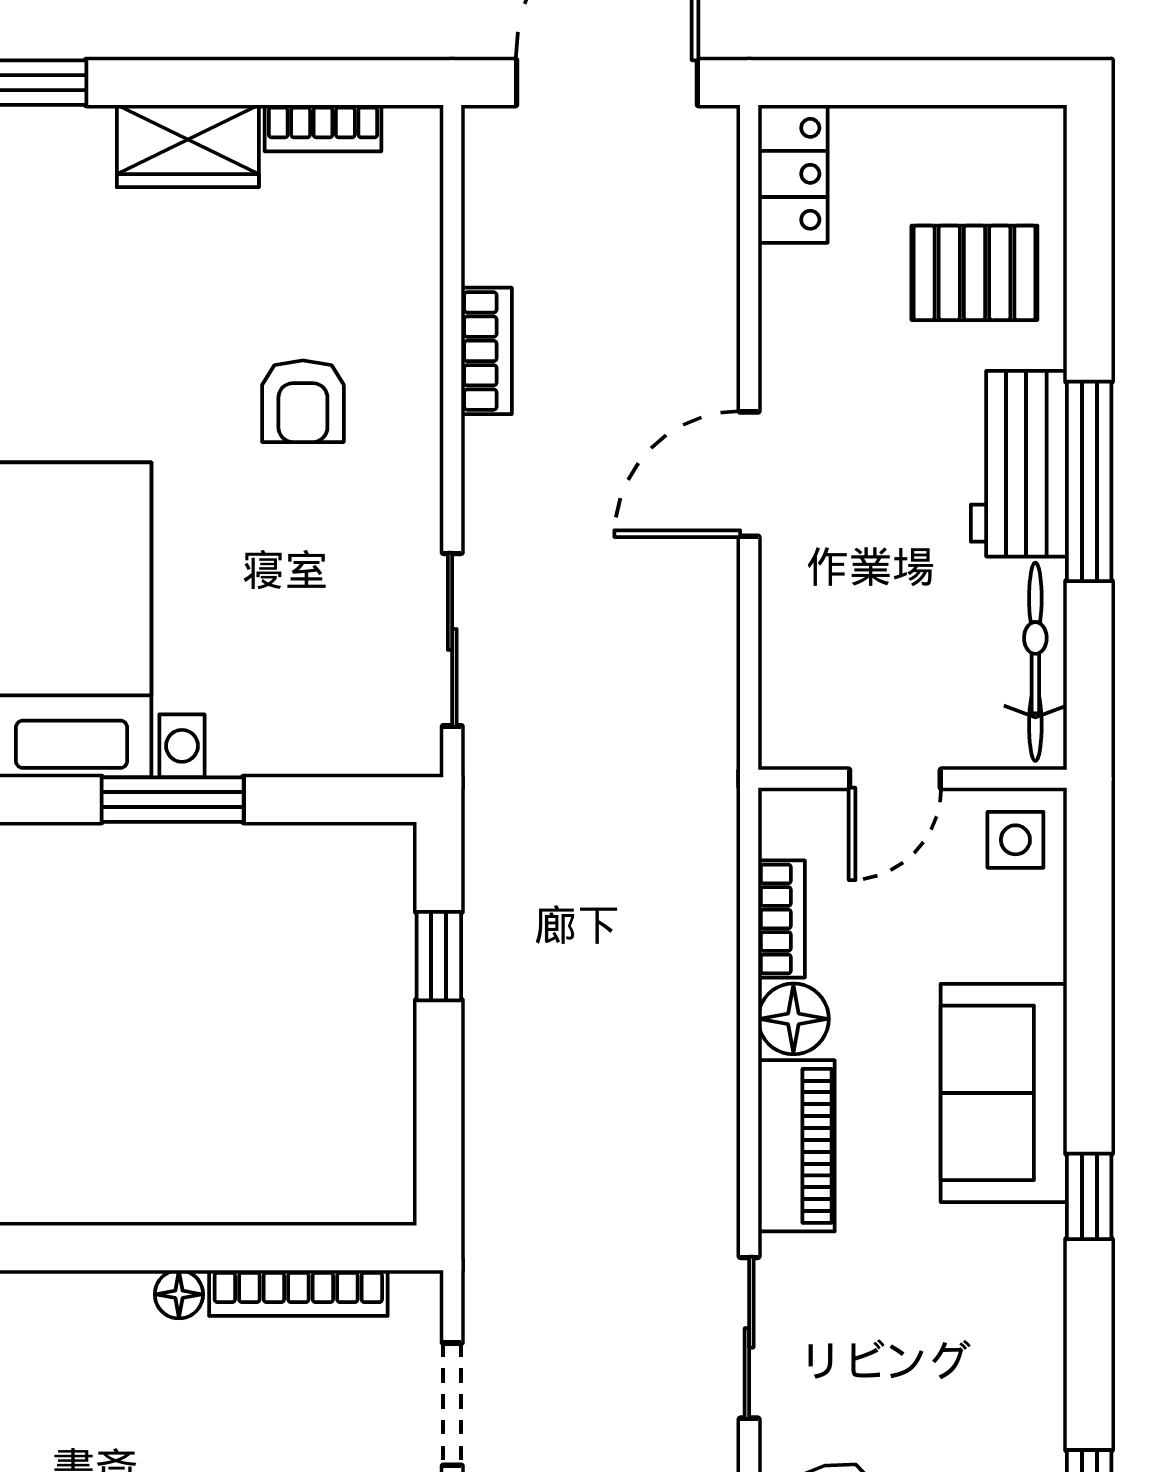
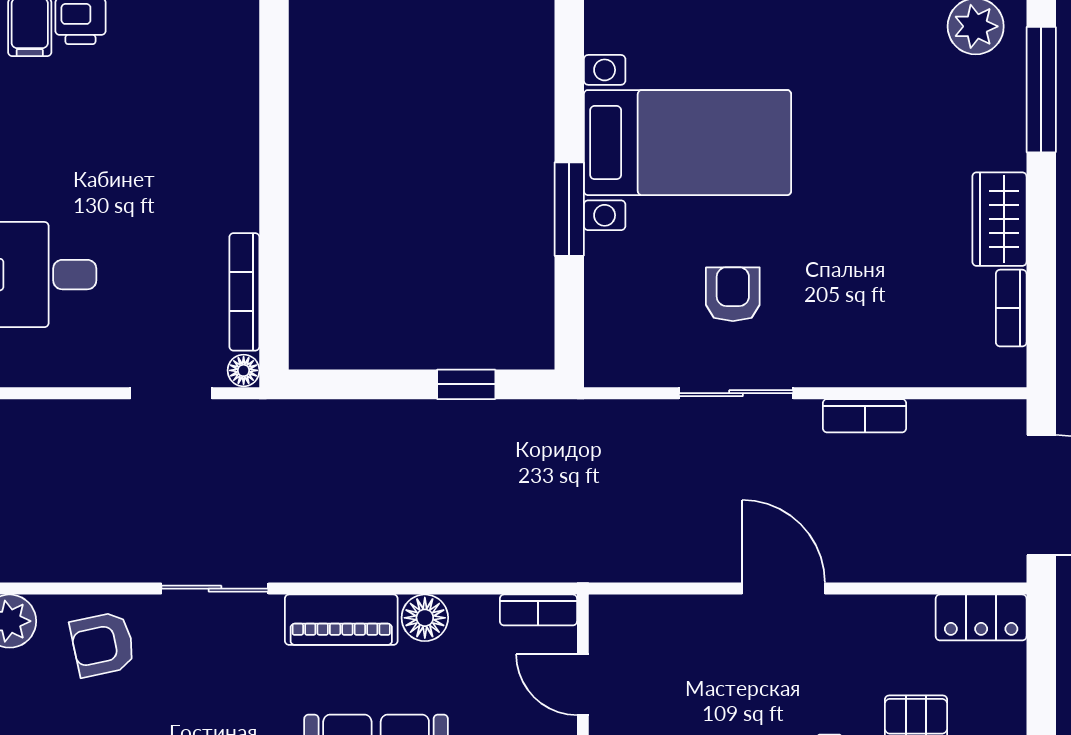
armchair: (303, 401) -> (733, 294), moved, turned 90
sliding door: (452, 640) -> (736, 393), moved
bookcase: (781, 919) -> (538, 610), moved
floor lamp: (179, 1294) -> (244, 370), moved

